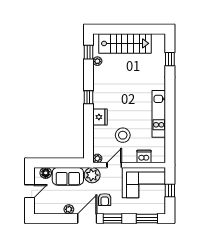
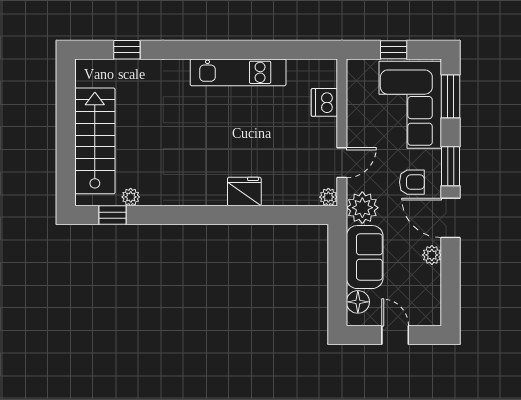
window: (88, 97) -> (204, 215), removed
stool: (123, 135) -> (281, 145), removed
door: (114, 165) -> (342, 163), swing flipped
corner sofa: (144, 183) -> (410, 105), moved, turned 180

